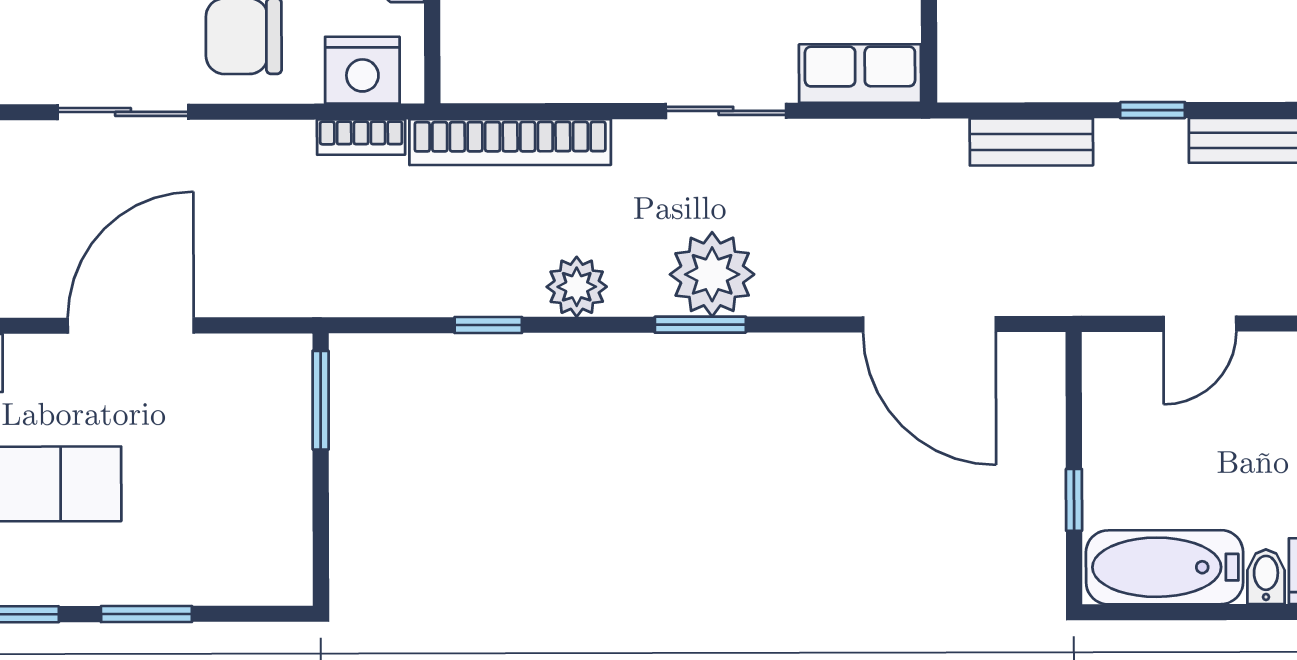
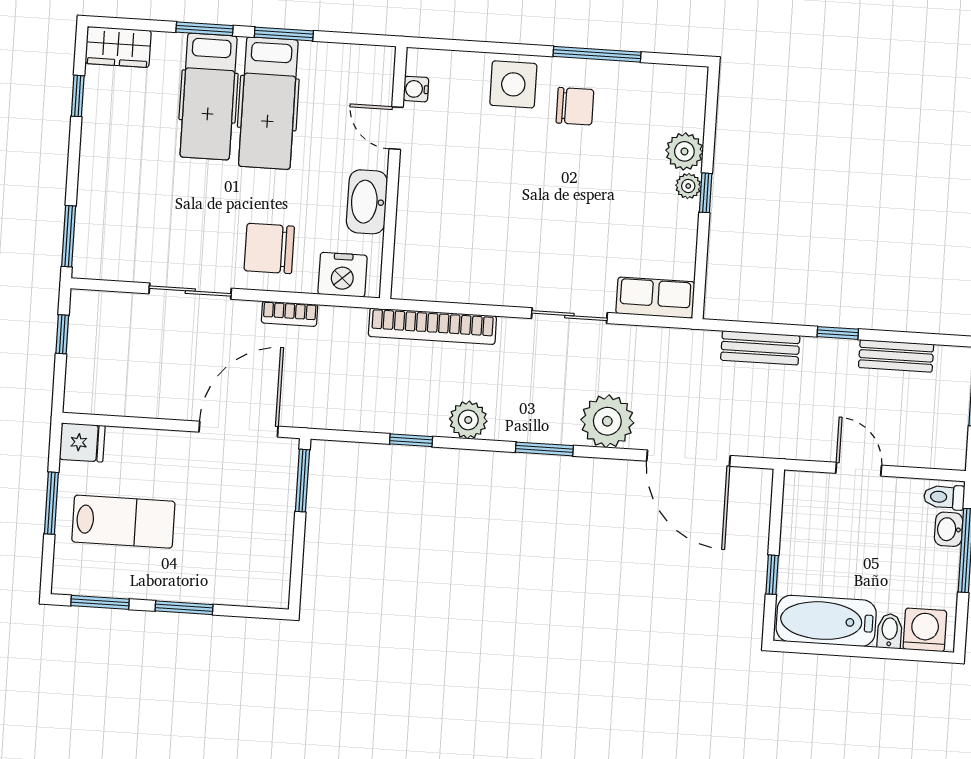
bookcase: (361, 137) -> (290, 314), moved
plant: (712, 274) -> (607, 421), moved
door: (1200, 324) -> (859, 469), swing flipped
door: (131, 326) -> (239, 429), moved

